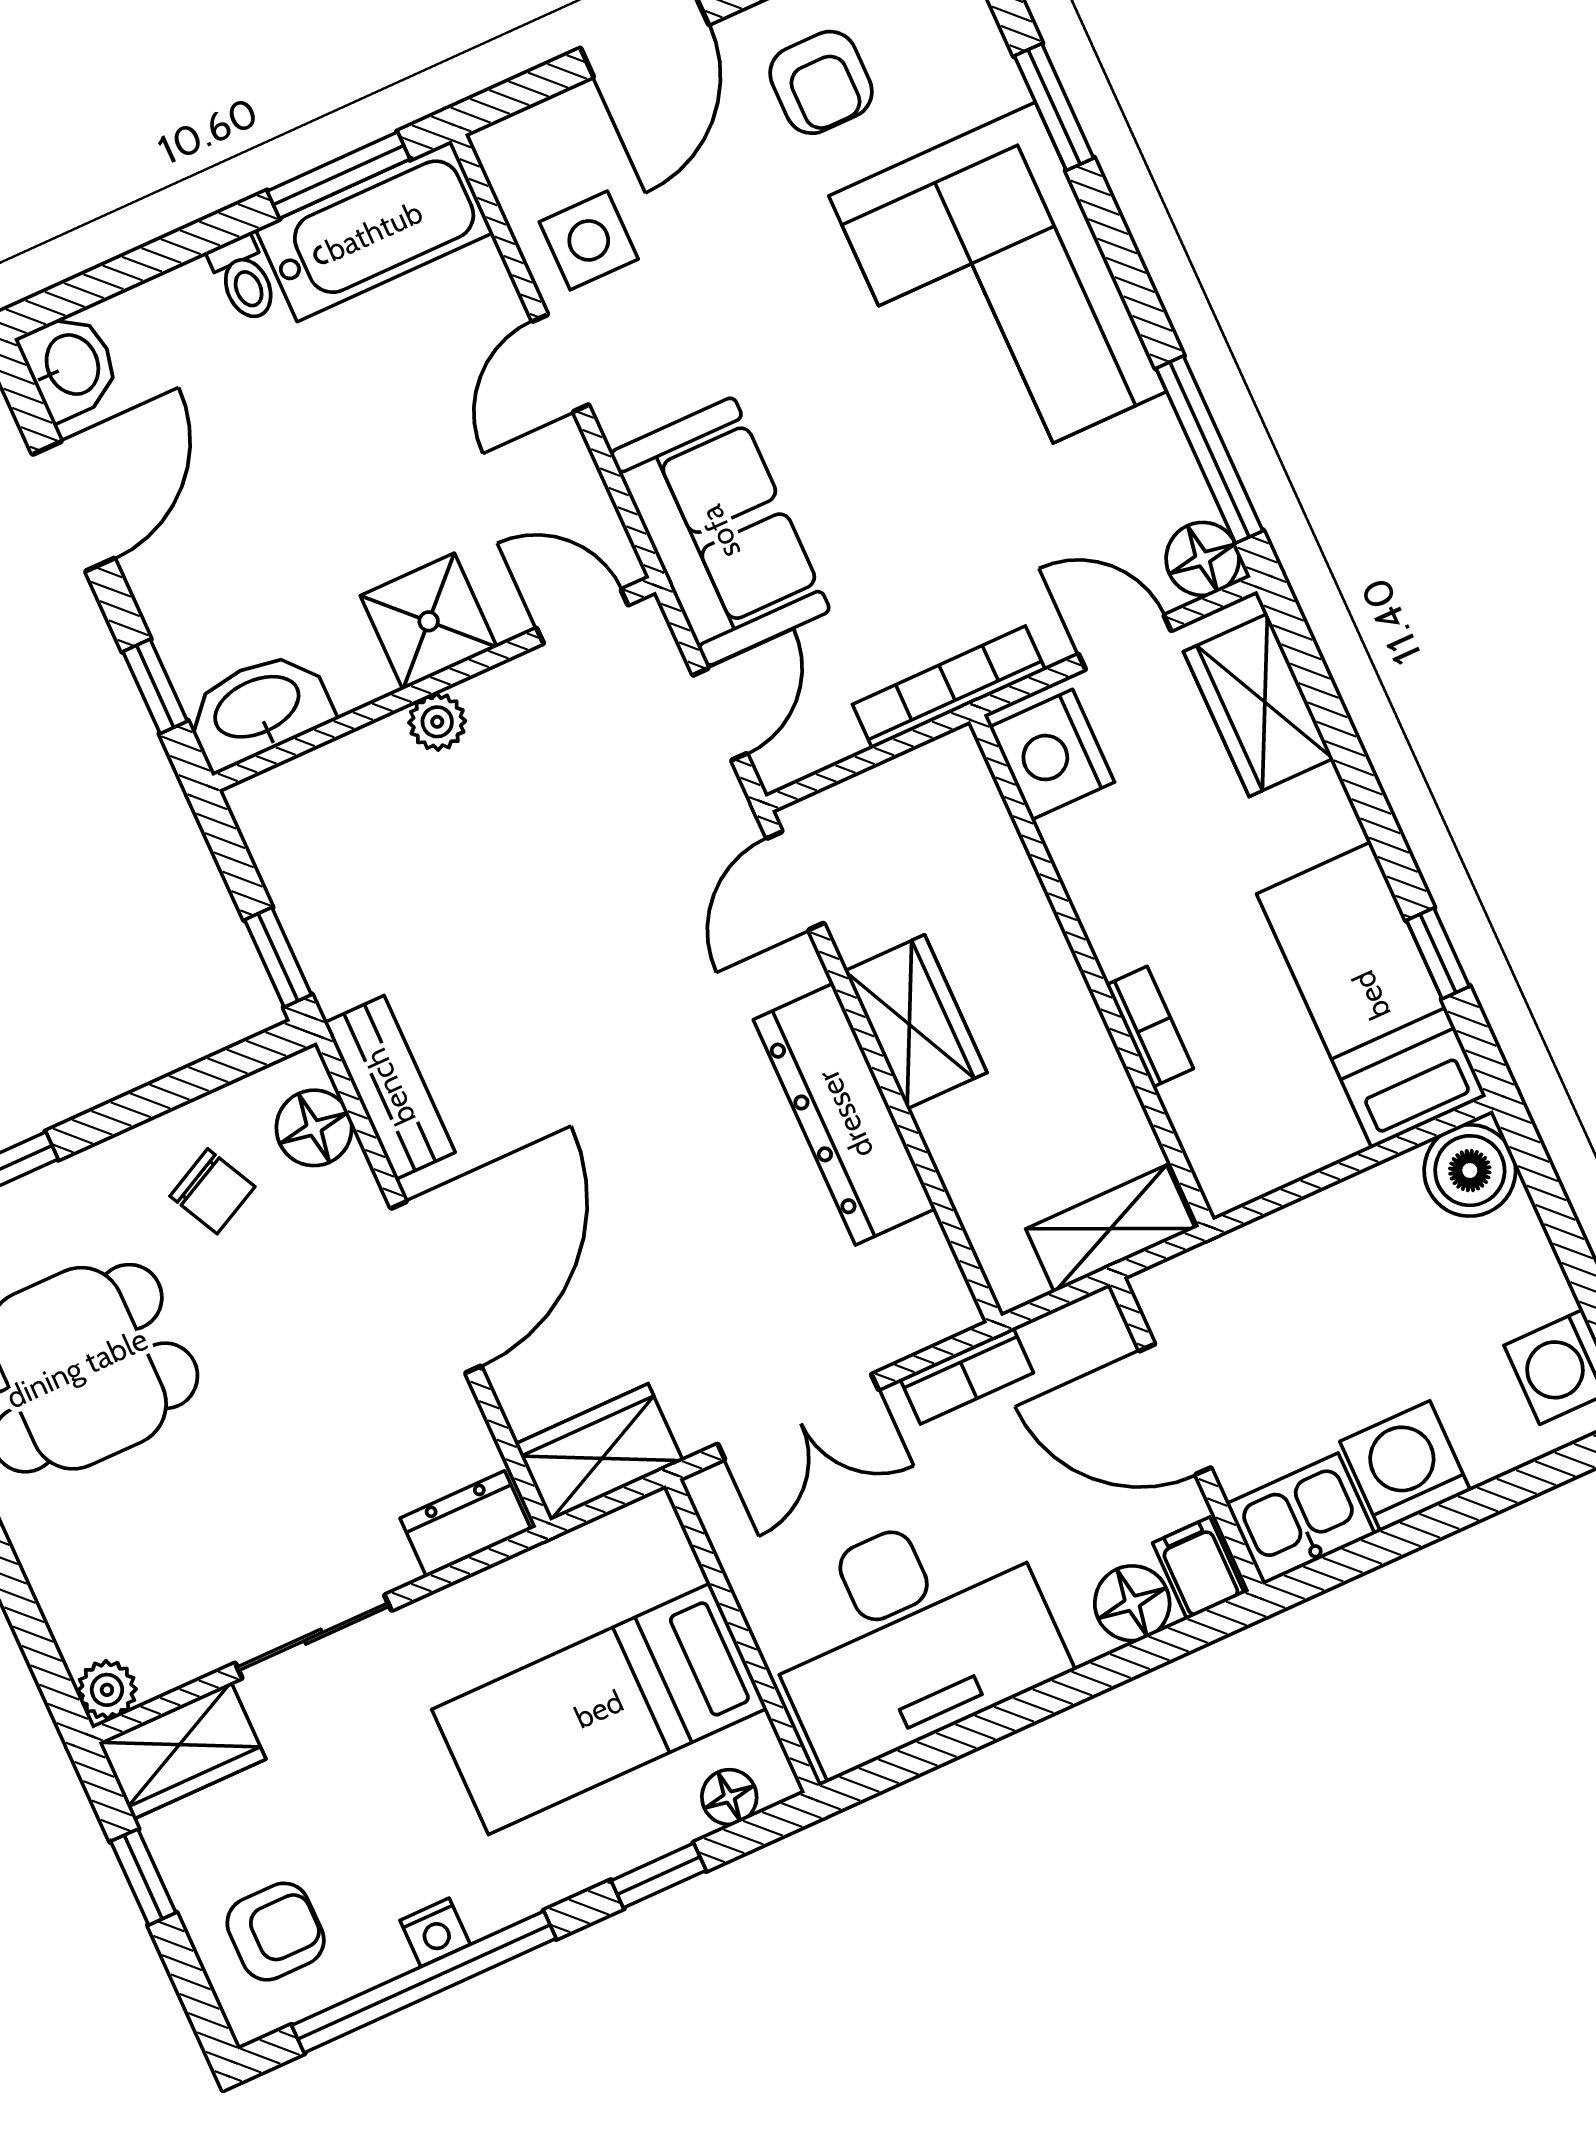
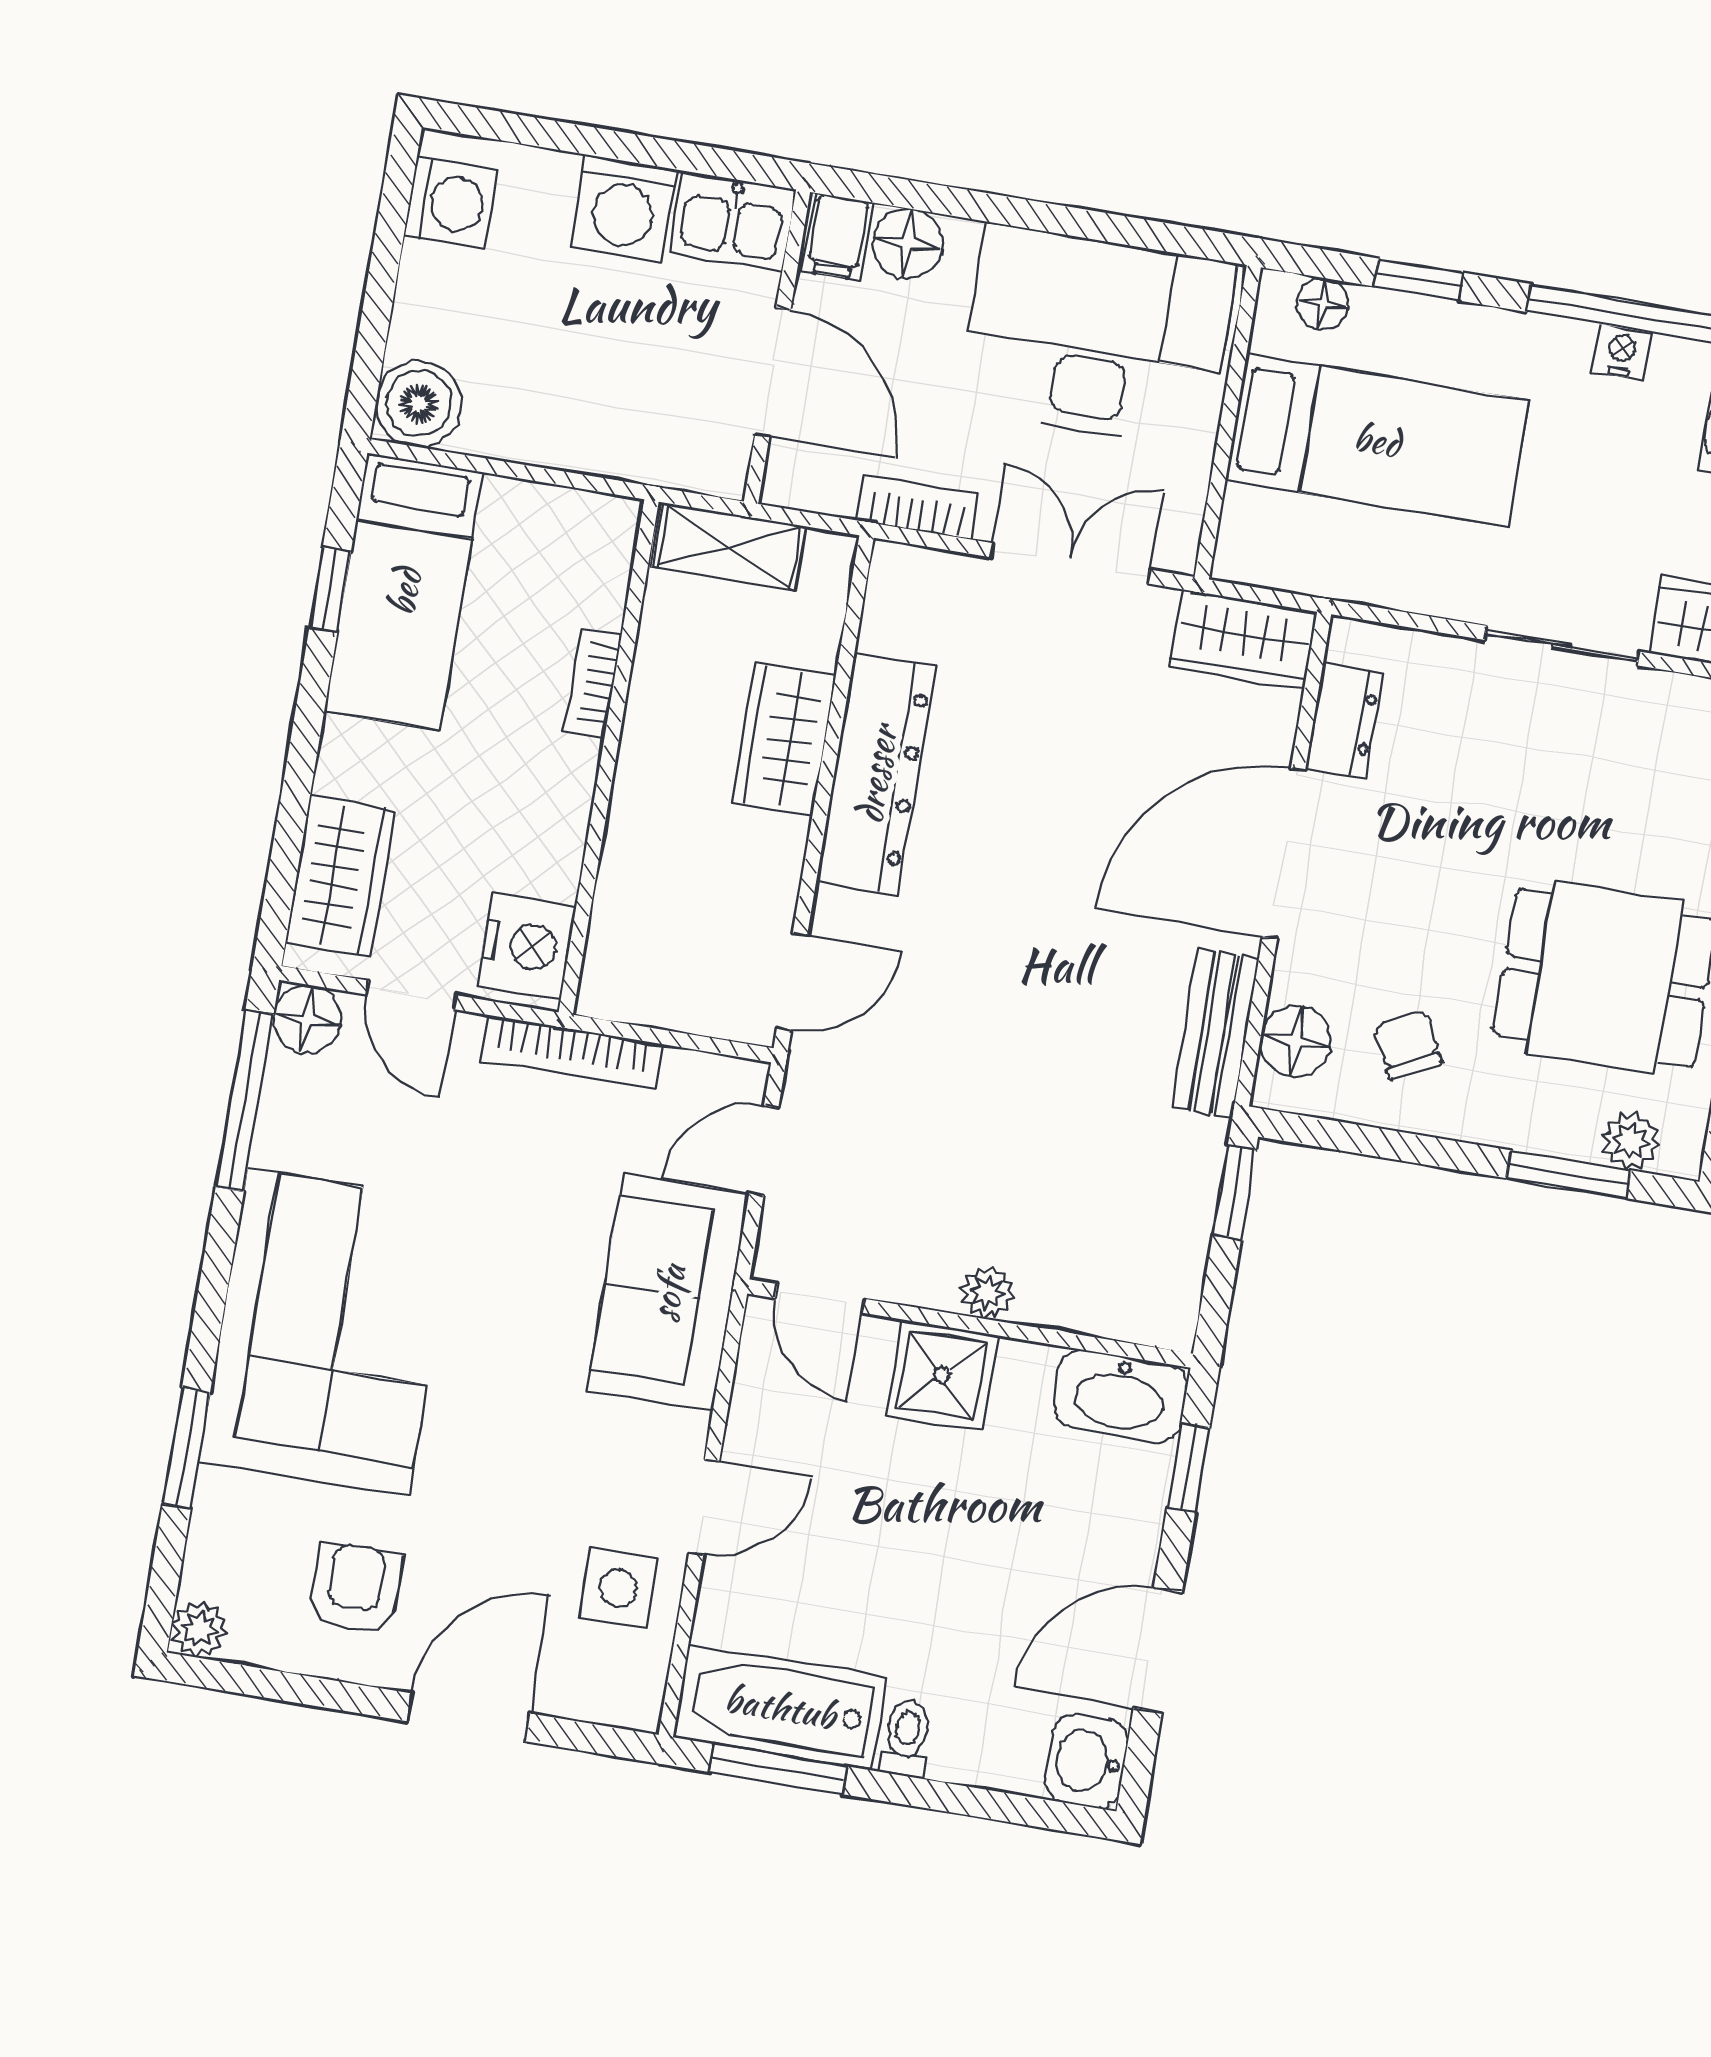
wardrobe: (916, 1022) -> (784, 739), moved
dresser: (466, 1524) -> (1344, 720), moved, turned -90

